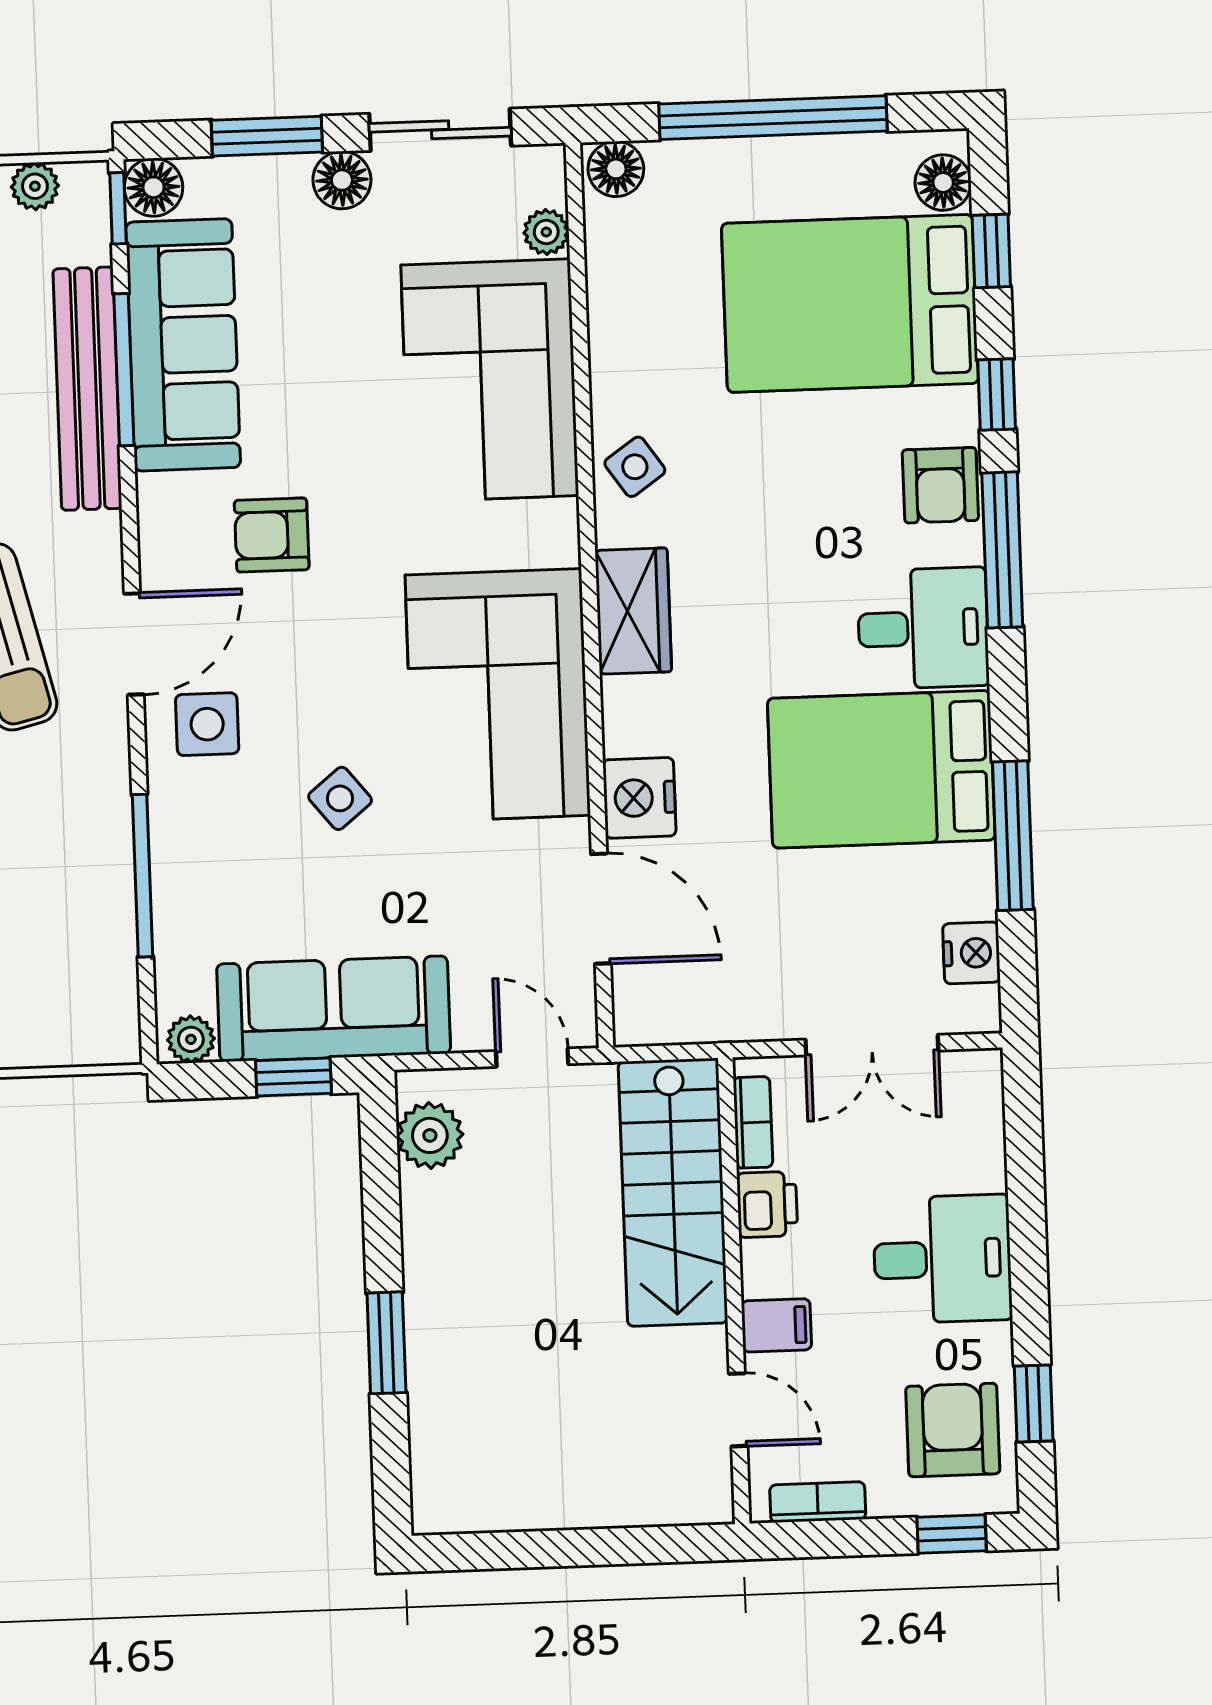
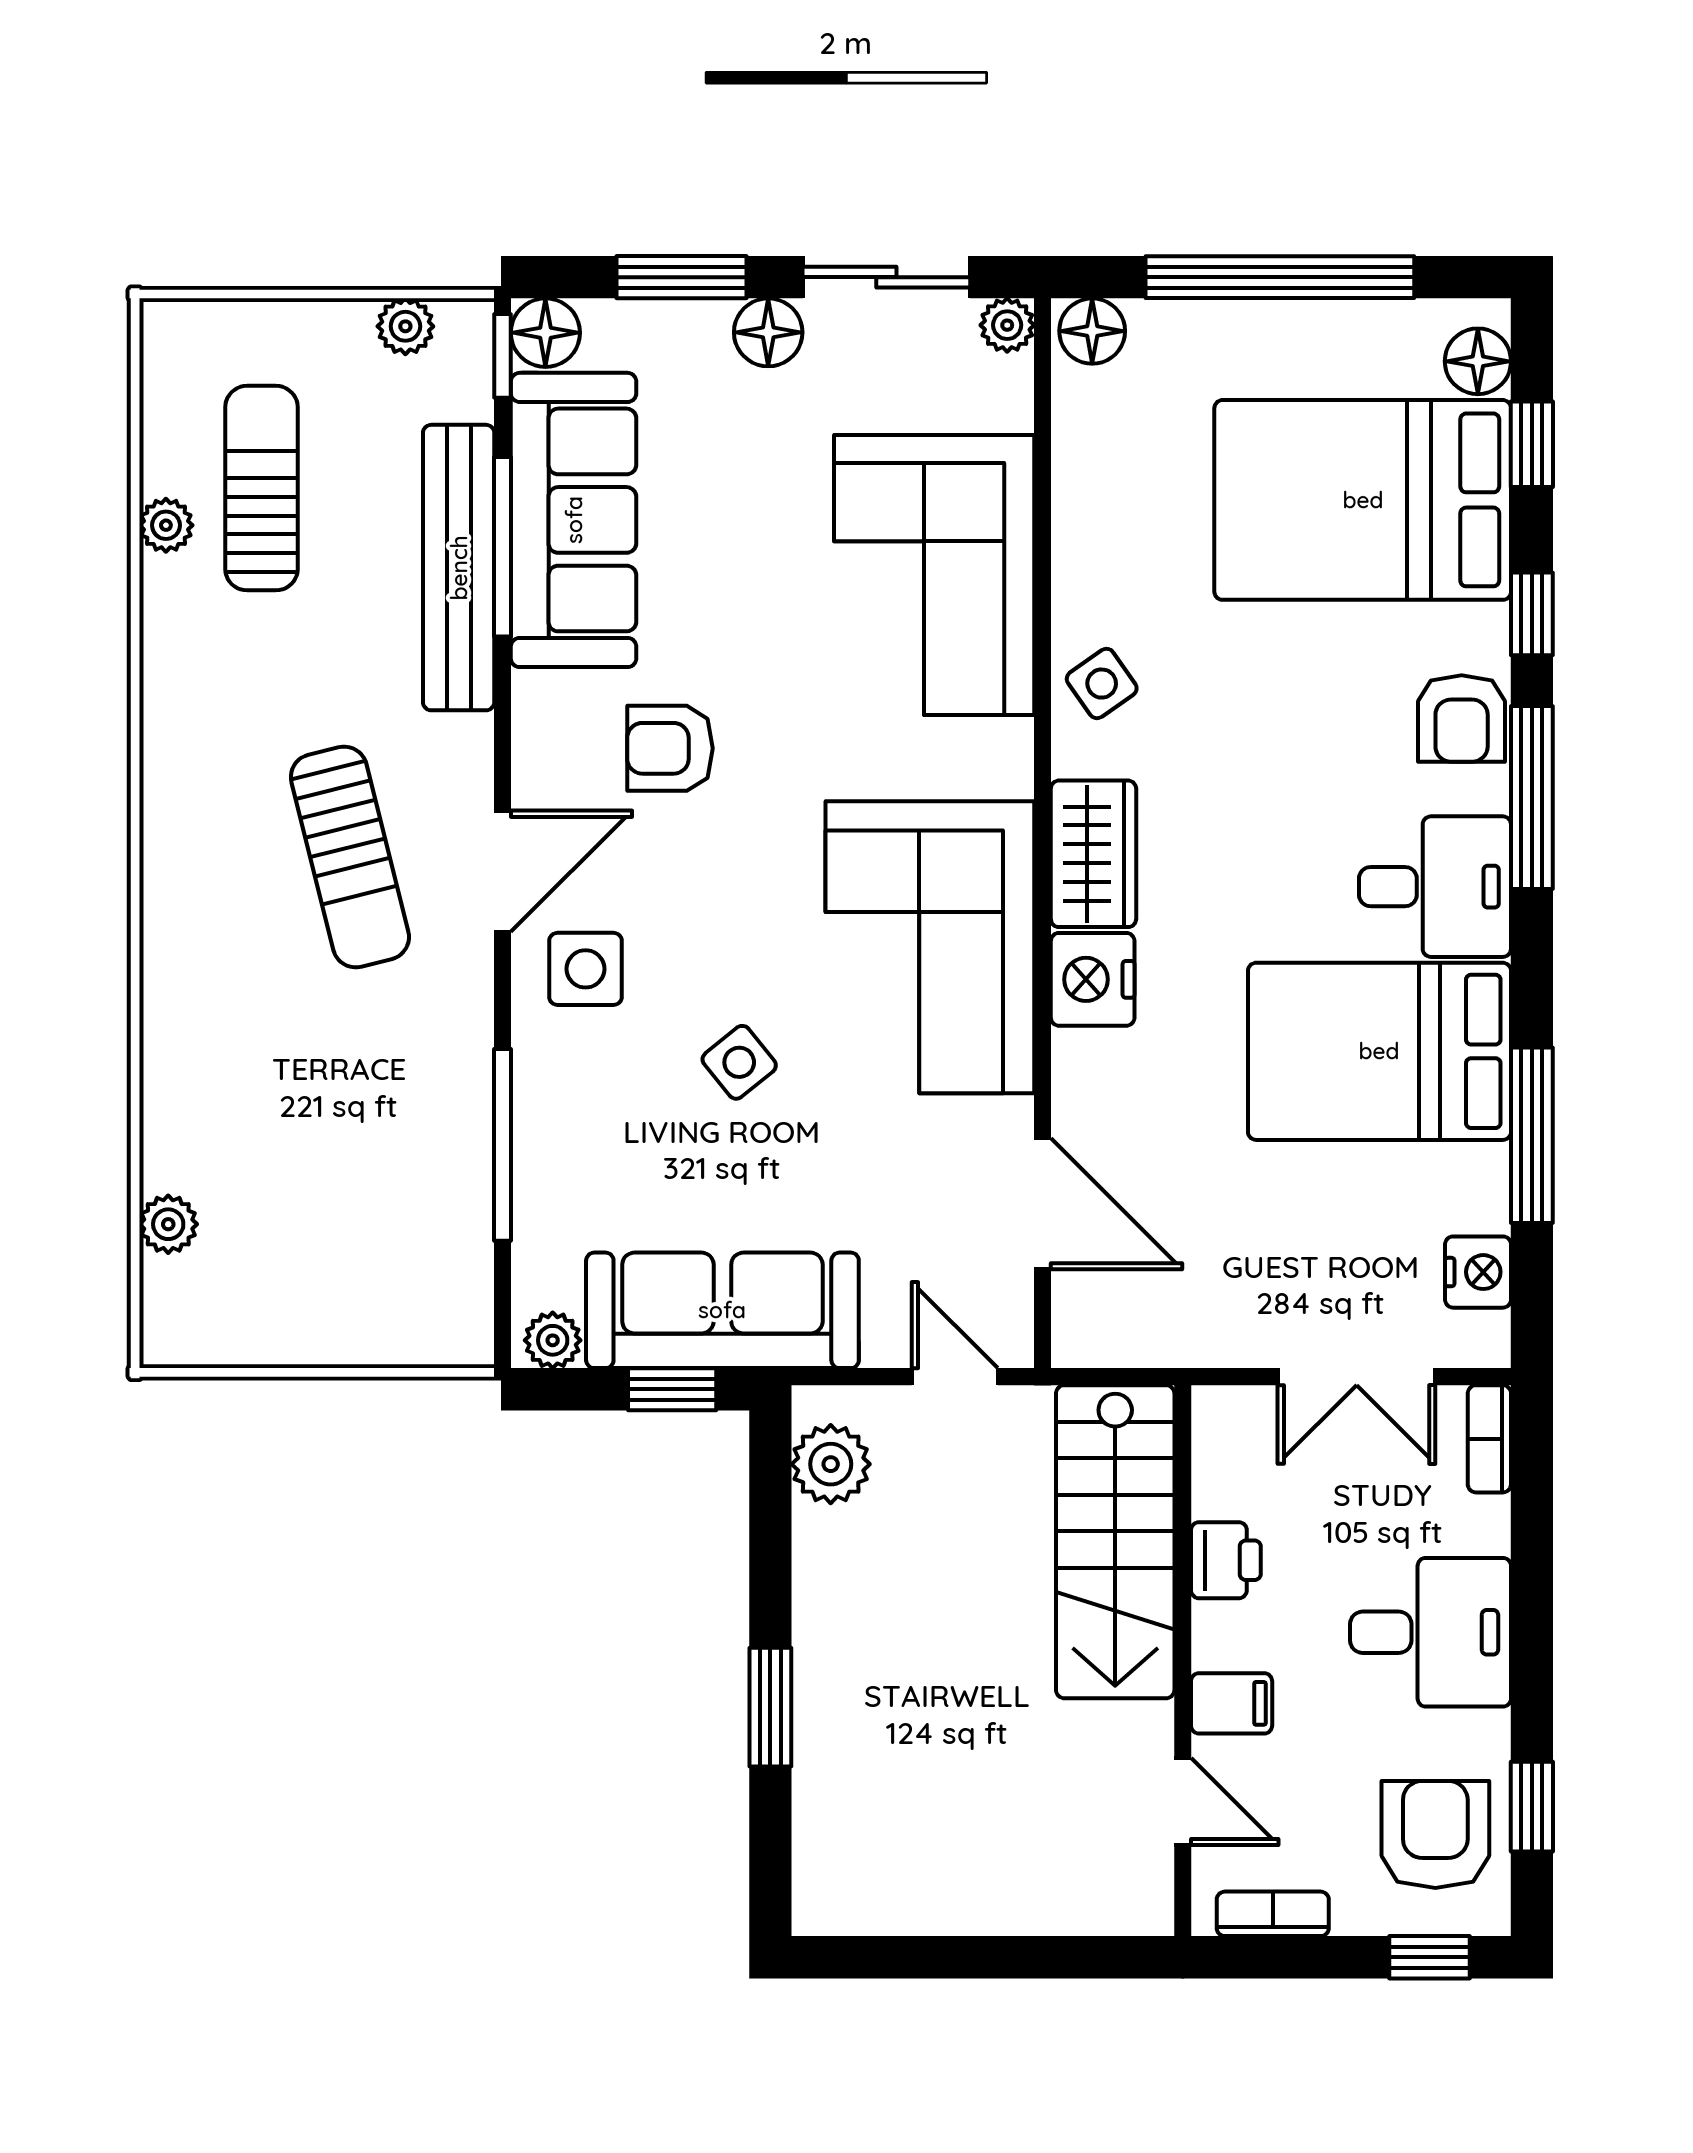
plant: (546, 232) -> (1007, 325), moved
nightstand: (639, 798) -> (1093, 979), moved
bookcase: (753, 1122) -> (1489, 1439), moved, turned 180

